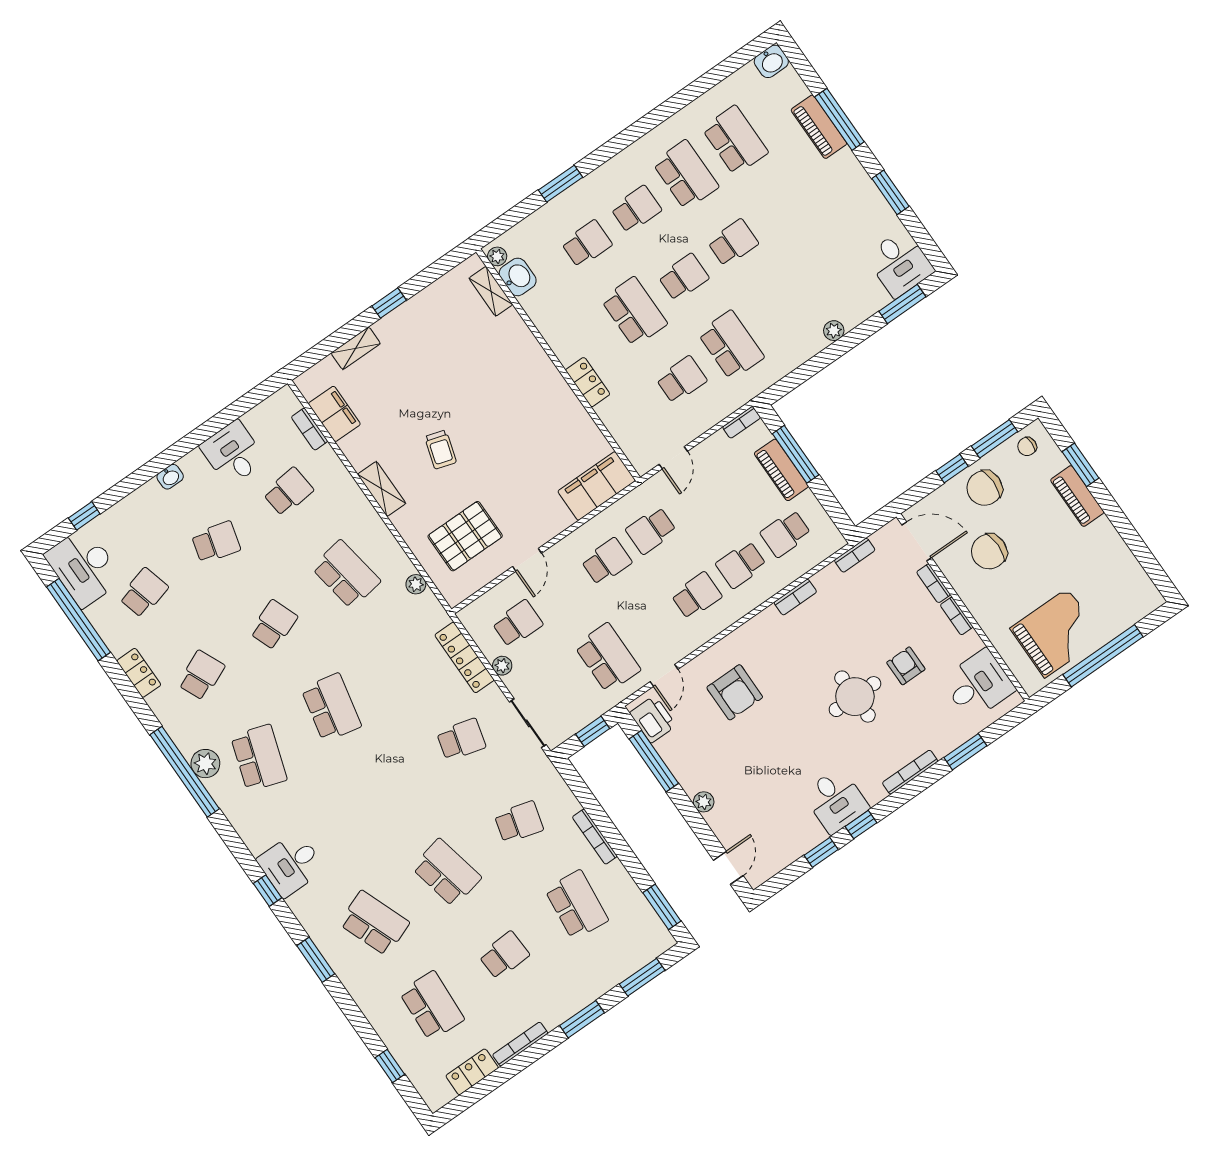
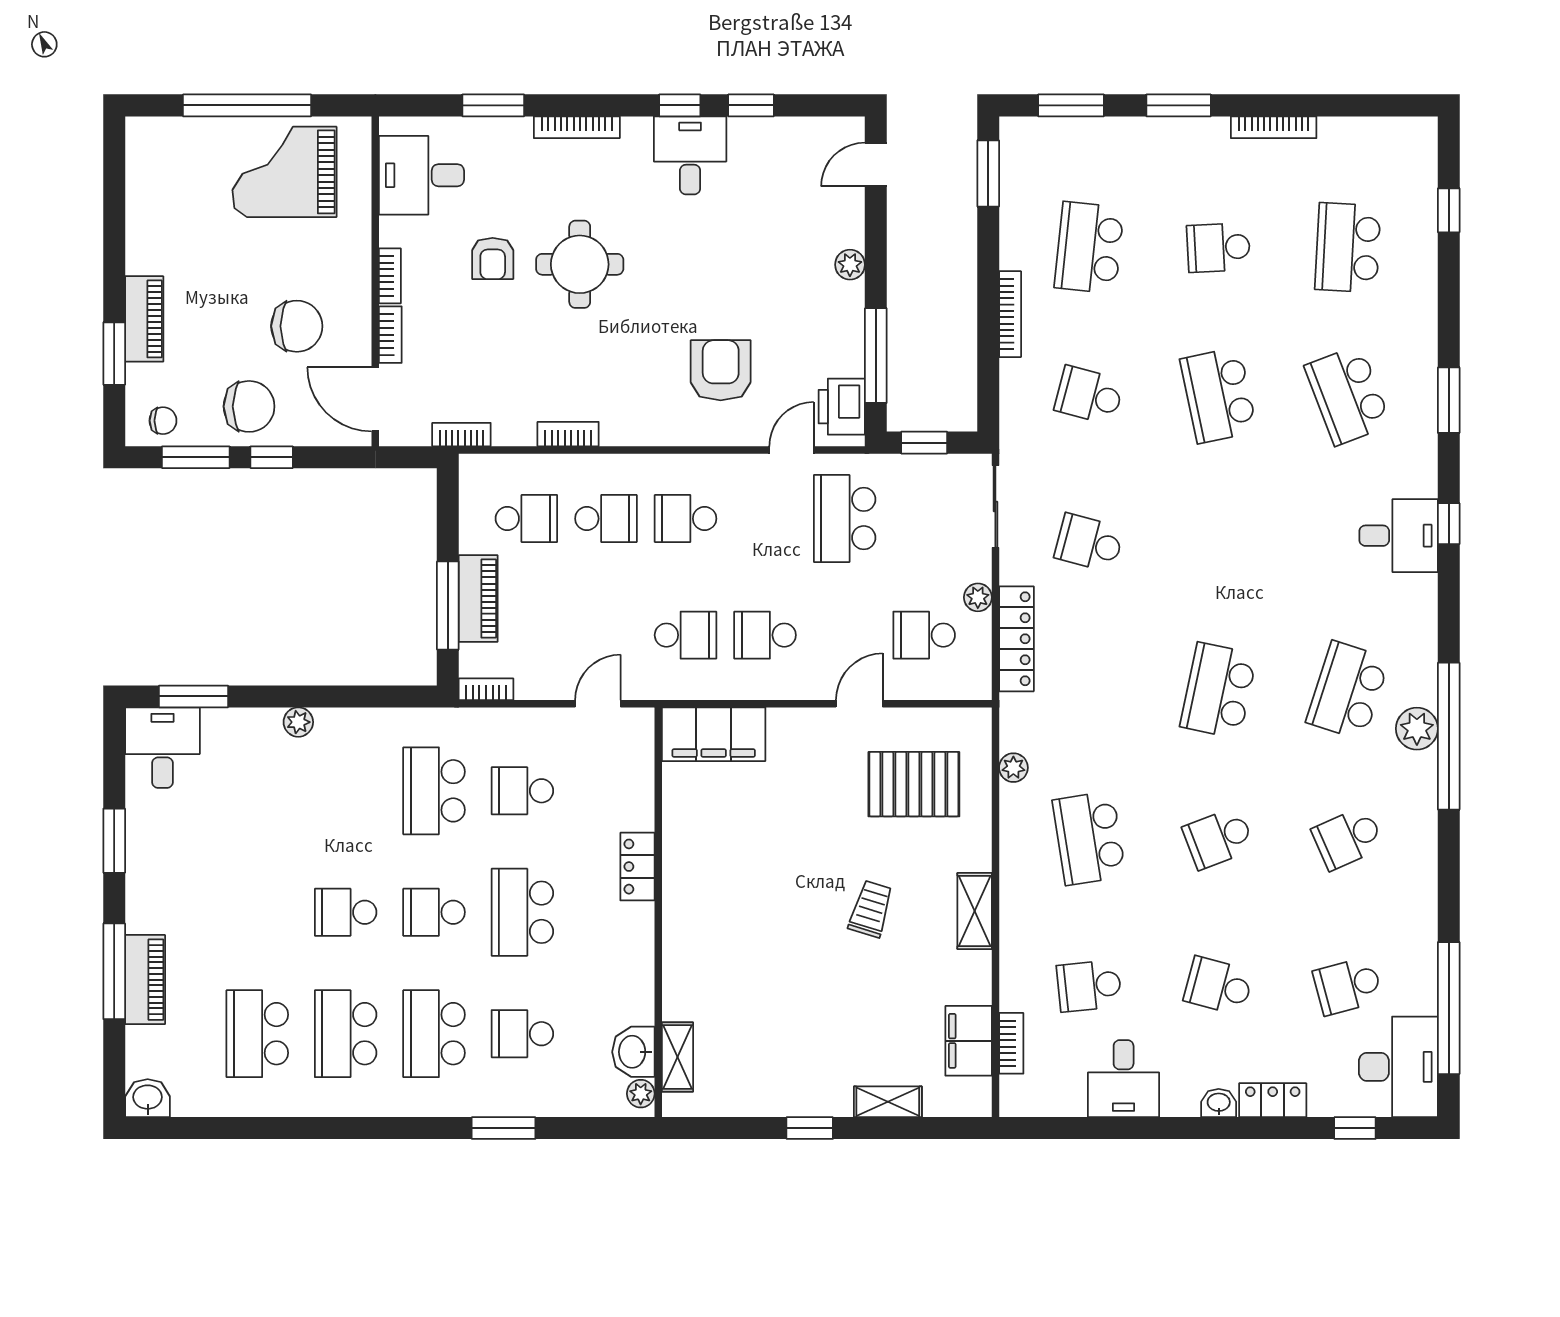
school desk: (636, 209) -> (434, 1034), width x1.85
locker: (139, 673) -> (1273, 1100), moved, turned 90
locker: (472, 1072) -> (1355, 134), removed

